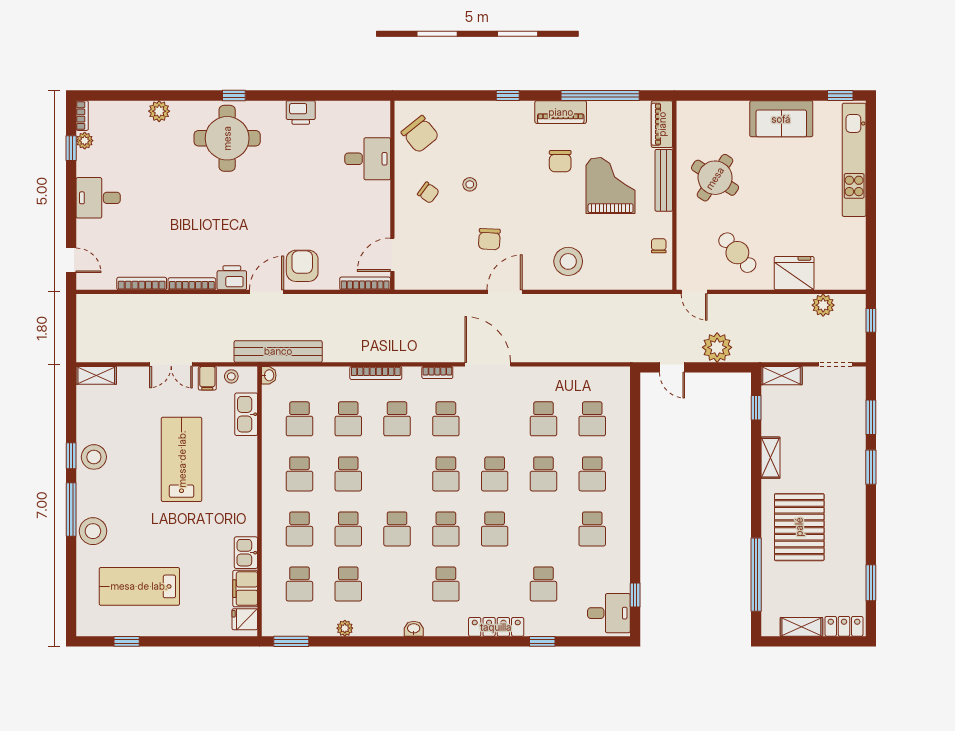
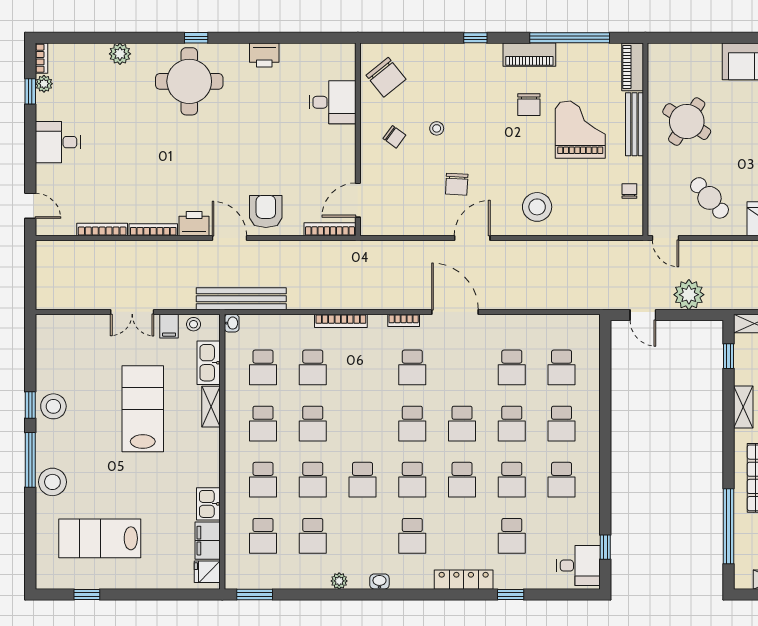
door: (267, 292) -> (229, 238), hinge flipped
shelving: (96, 375) -> (211, 407), moved, turned 90
school desk: (397, 419) -> (512, 480), moved
plant: (345, 628) -> (339, 581), moved

